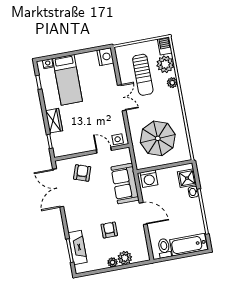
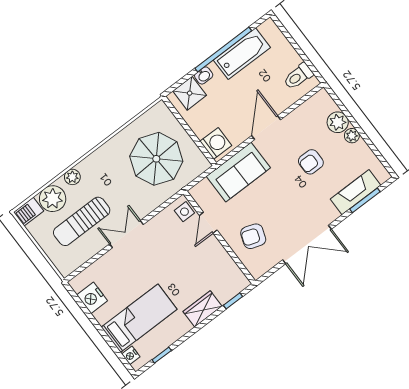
nightstand: (105, 57) -> (92, 298), moved, turned -90
sun lounger: (143, 75) -> (82, 221), turned 180
double door: (58, 188) -> (307, 244), moved
bathtub: (189, 245) -> (242, 54), moved, turned -90

